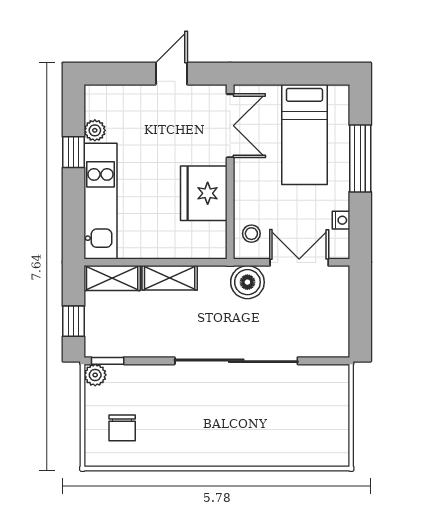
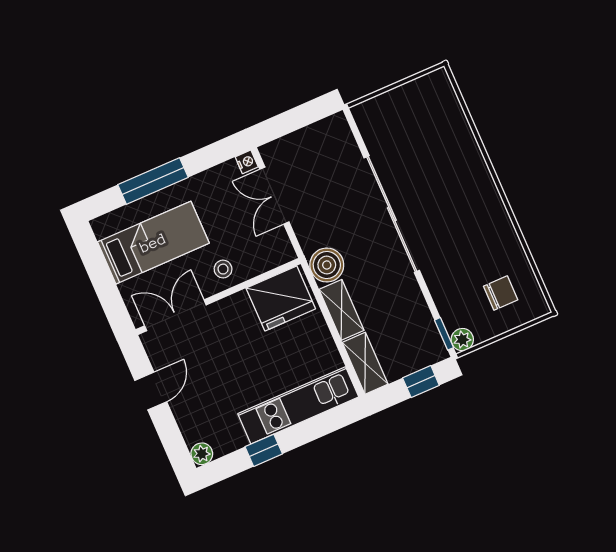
door: (171, 74) -> (151, 391), swing flipped
plant: (95, 130) -> (202, 454), moved
fridge: (204, 193) -> (281, 298), moved
nightstand: (341, 220) -> (247, 162), moved, turned 90
stool: (251, 234) -> (223, 269), moved
boiler: (247, 282) -> (327, 265), moved

